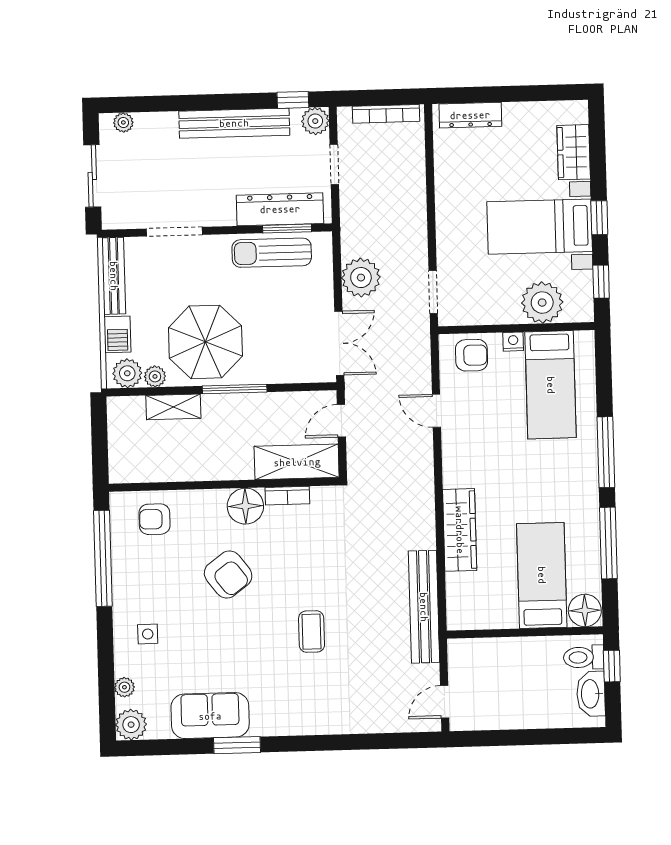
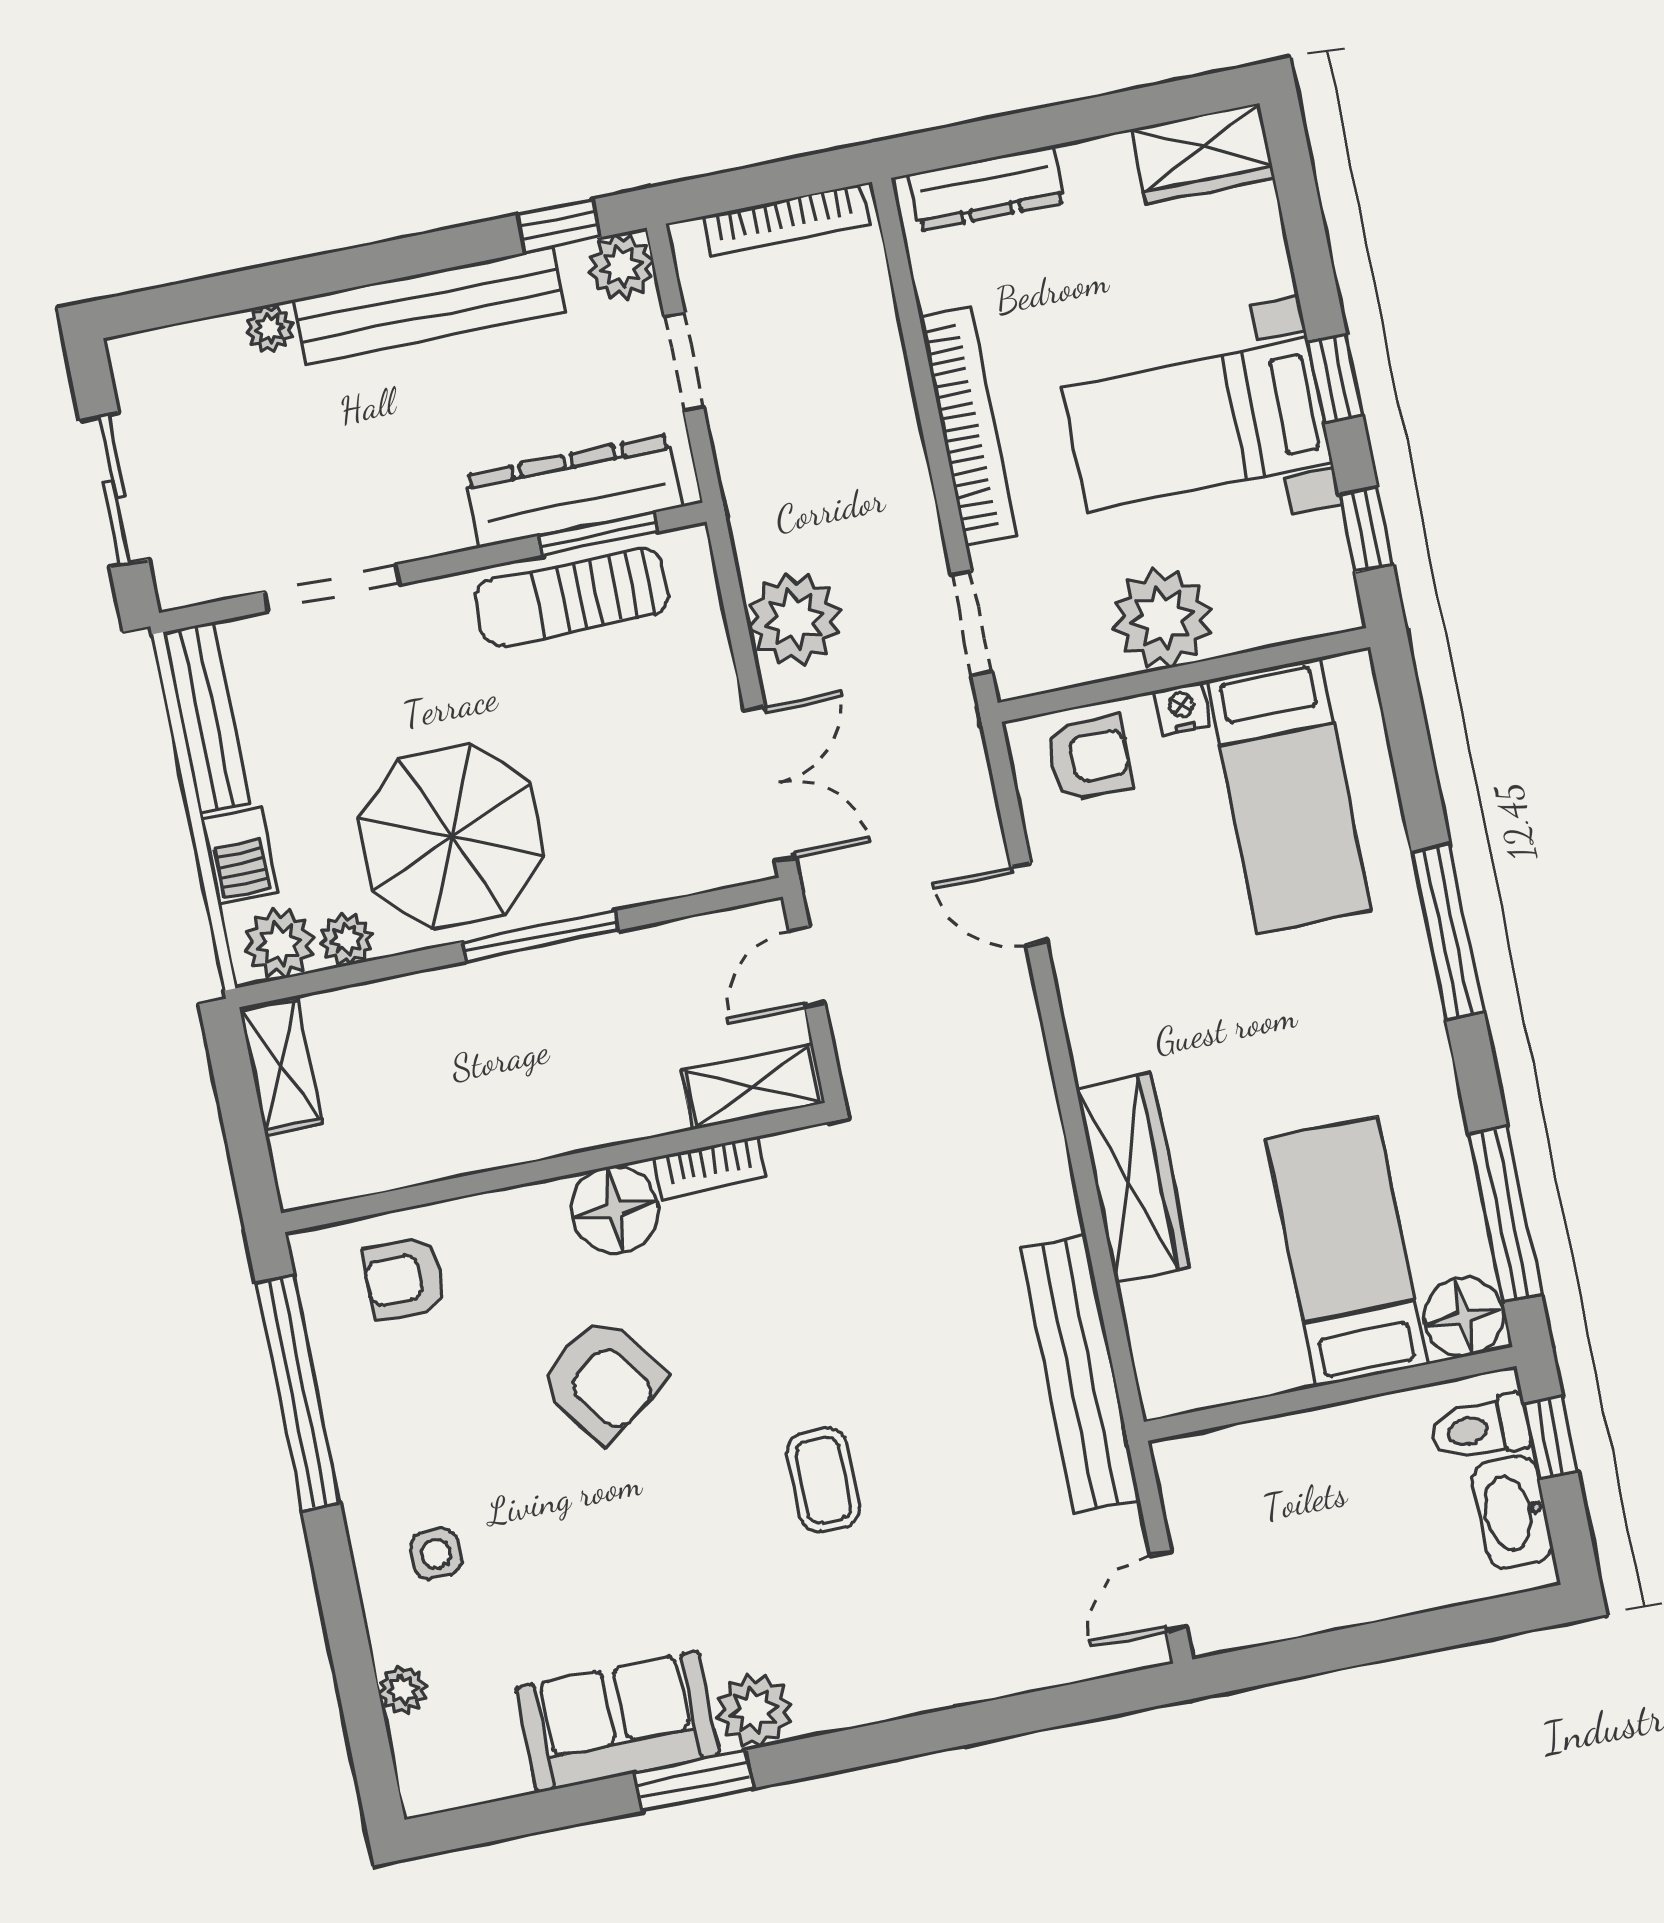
plant: (123, 122) -> (269, 329), moved
wardrobe: (574, 152) -> (1203, 154), moved, turned -90
bookcase: (446, 211) -> (968, 426), added
plant: (542, 303) -> (1162, 618), moved
shelving: (173, 407) -> (281, 1065), moved, turned 90
shelving: (297, 462) -> (753, 1087), width x0.67, depth x0.75
window: (608, 543) -> (1505, 1215), moved
plant: (131, 725) -> (754, 1711), moved

